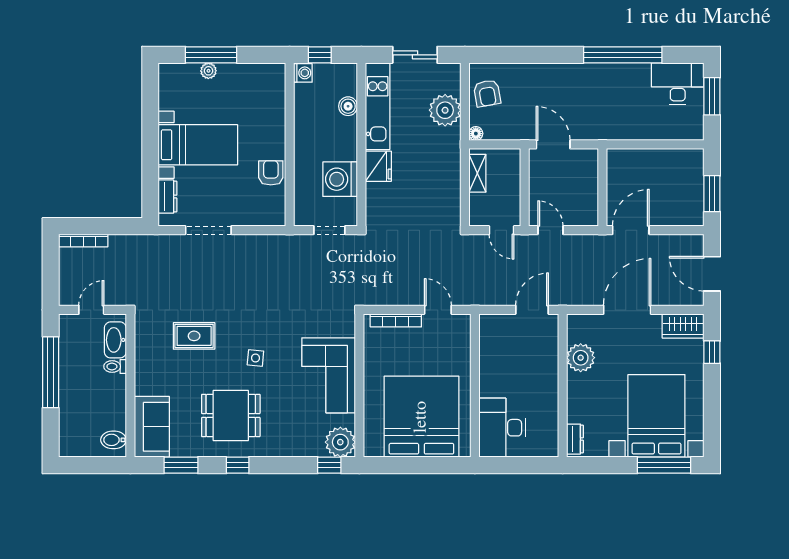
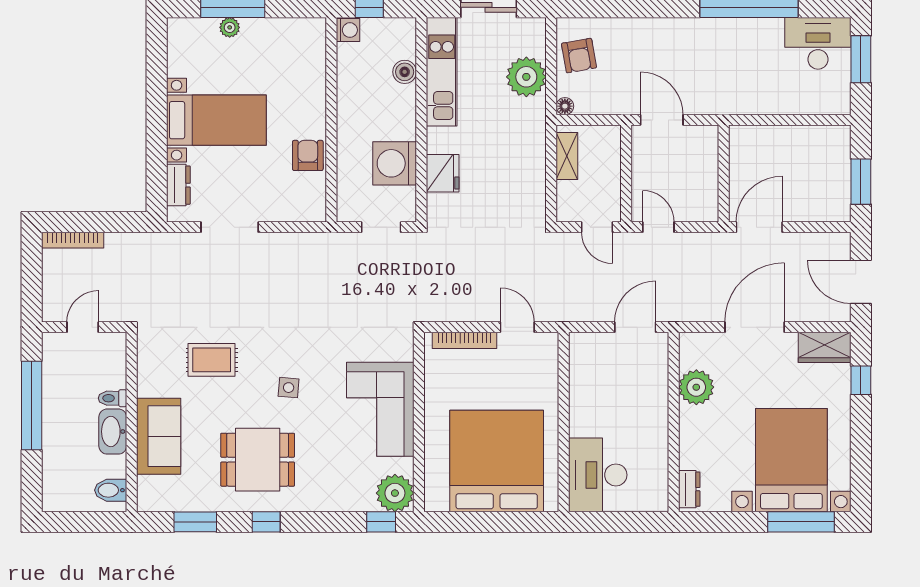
fridge: (378, 166) -> (443, 173), moved
washbasin: (115, 340) -> (113, 432), moved
sofa: (152, 427) -> (159, 436), moved

